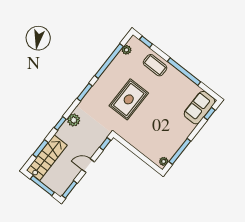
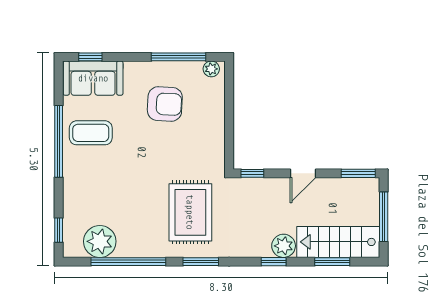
plant: (127, 50) -> (100, 241), width x1.87, depth x1.87
coffee table: (155, 65) -> (91, 133), moved, turned 90
rug: (129, 99) -> (190, 212), moved, turned 90
plant: (74, 120) -> (284, 246), moved
armchair: (164, 130) -> (165, 104), added
door: (88, 166) -> (303, 173), hinge flipped

